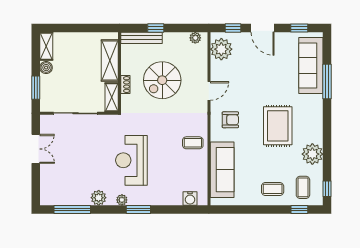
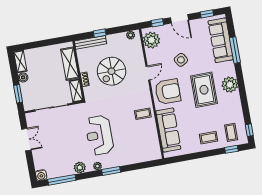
side table: (255, 82) -> (181, 60), added
armchair: (230, 120) -> (168, 92), width x1.88, depth x1.88
plant: (312, 154) -> (230, 85), moved
water cooler: (190, 199) -> (41, 175), moved

